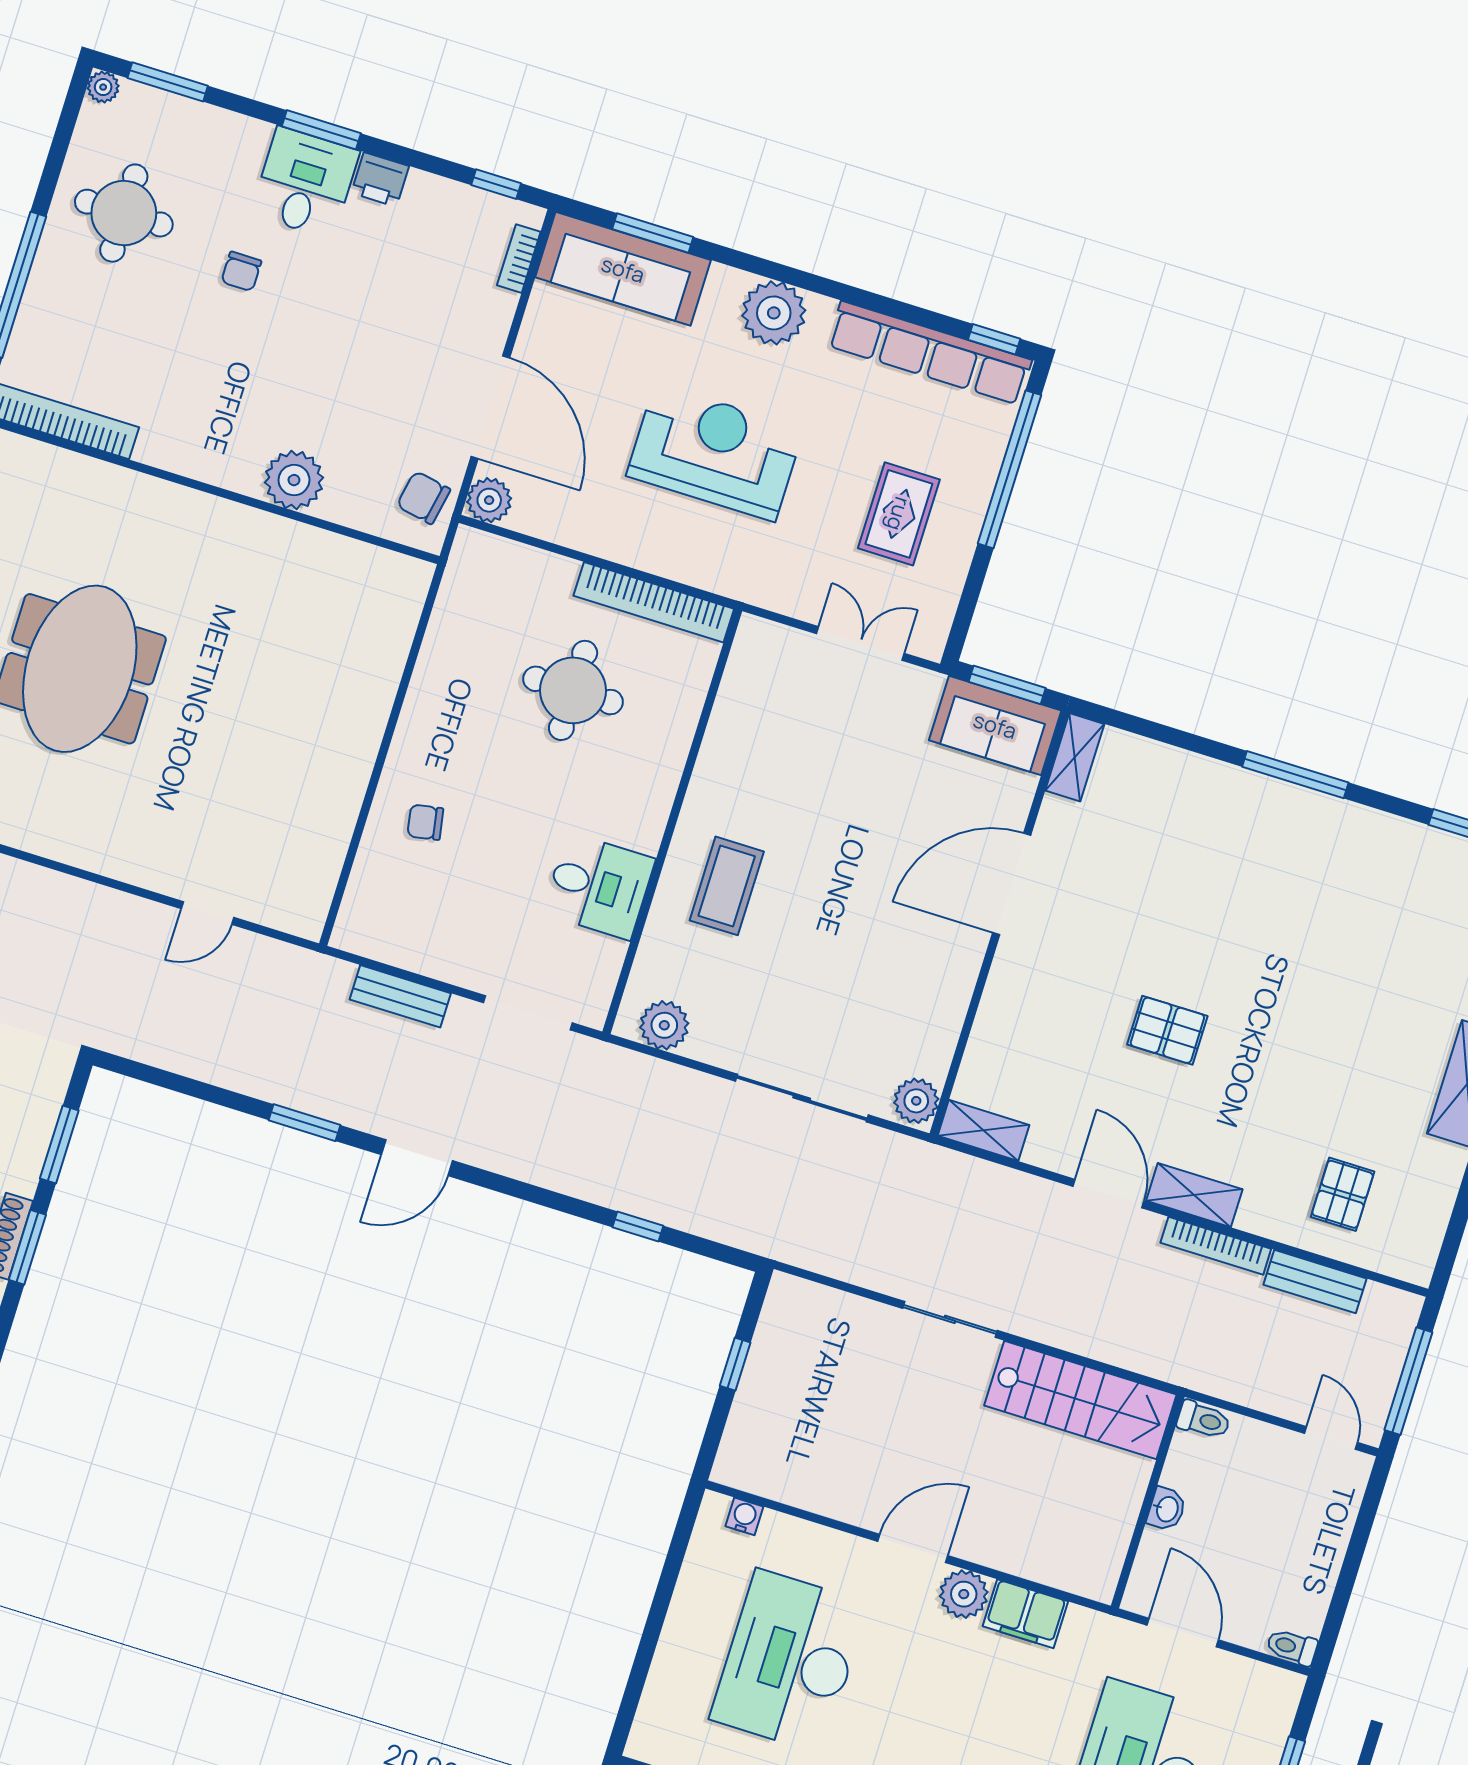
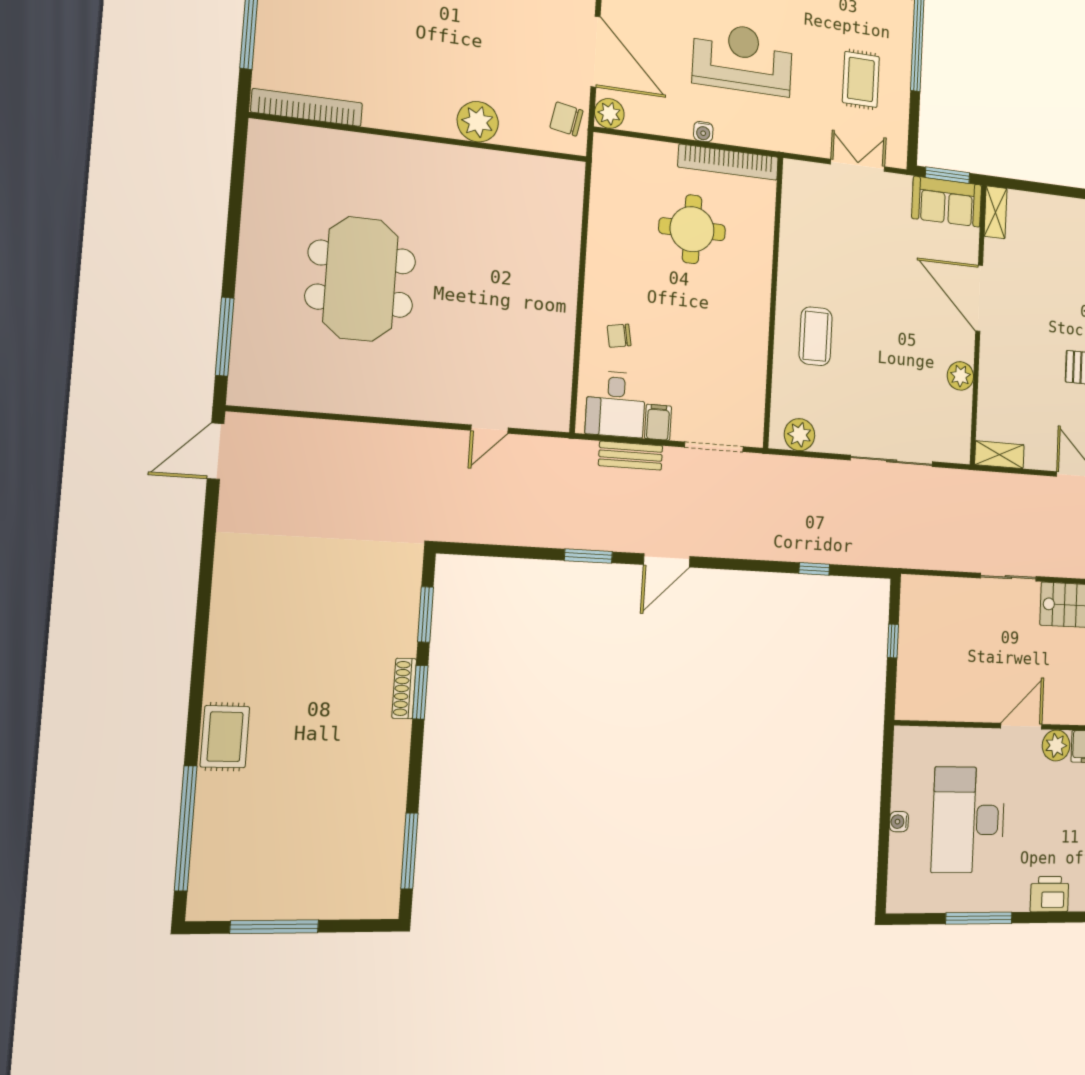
water cooler: (626, 551) -> (703, 132), added
door: (1012, 884) -> (979, 298), hinge flipped
desk: (599, 886) -> (616, 404), moved, turned 90
filing cabinet: (453, 958) -> (658, 422), added
plant: (916, 1101) -> (960, 376), moved
water cooler: (744, 1516) -> (899, 822), moved, turned -90

